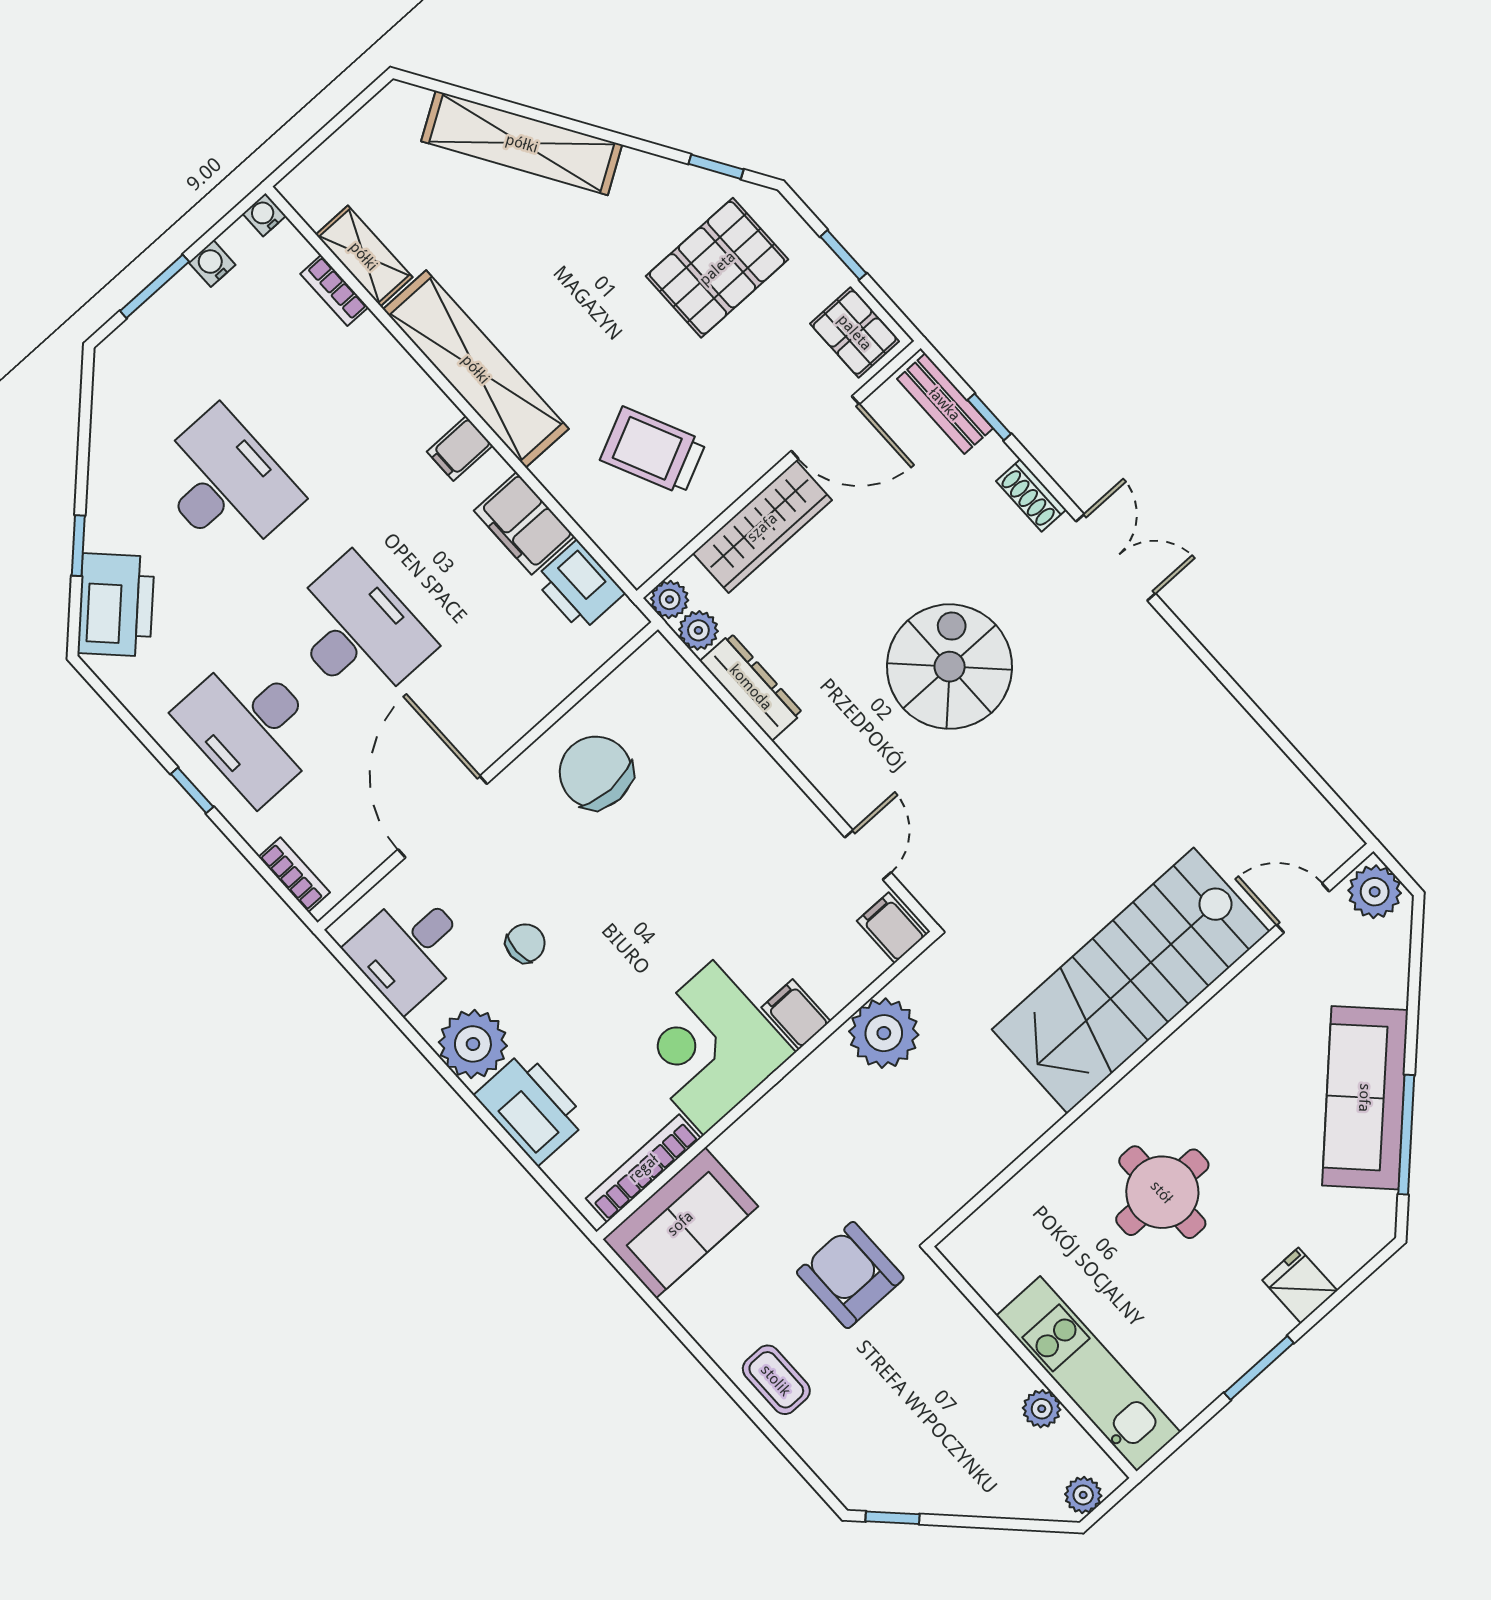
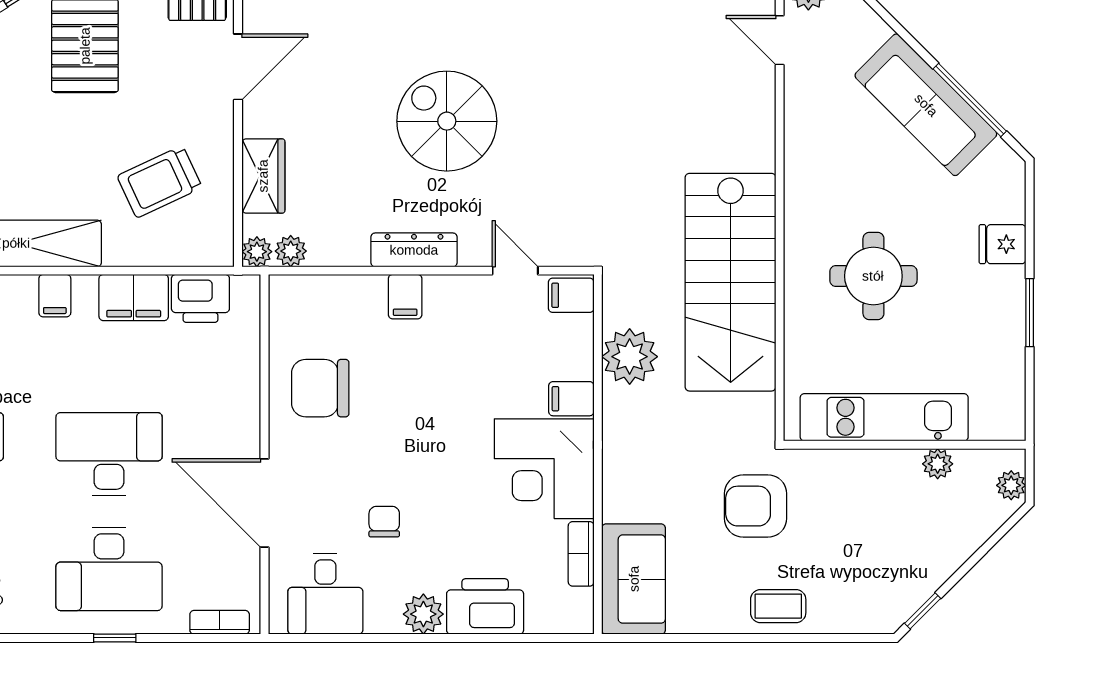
wardrobe: (762, 527) -> (263, 176), width x0.67
dresser: (751, 687) -> (414, 250), moved
filing cabinet: (752, 775) -> (405, 297), added
door: (1303, 908) -> (780, 40), hinge flipped
stairs: (1131, 981) -> (731, 282), moved
plant: (473, 1044) -> (423, 614), width x0.73, depth x0.73
bookcase: (643, 1168) -> (581, 554), width x0.64
kitchen unit: (1088, 1374) -> (884, 417), moved

